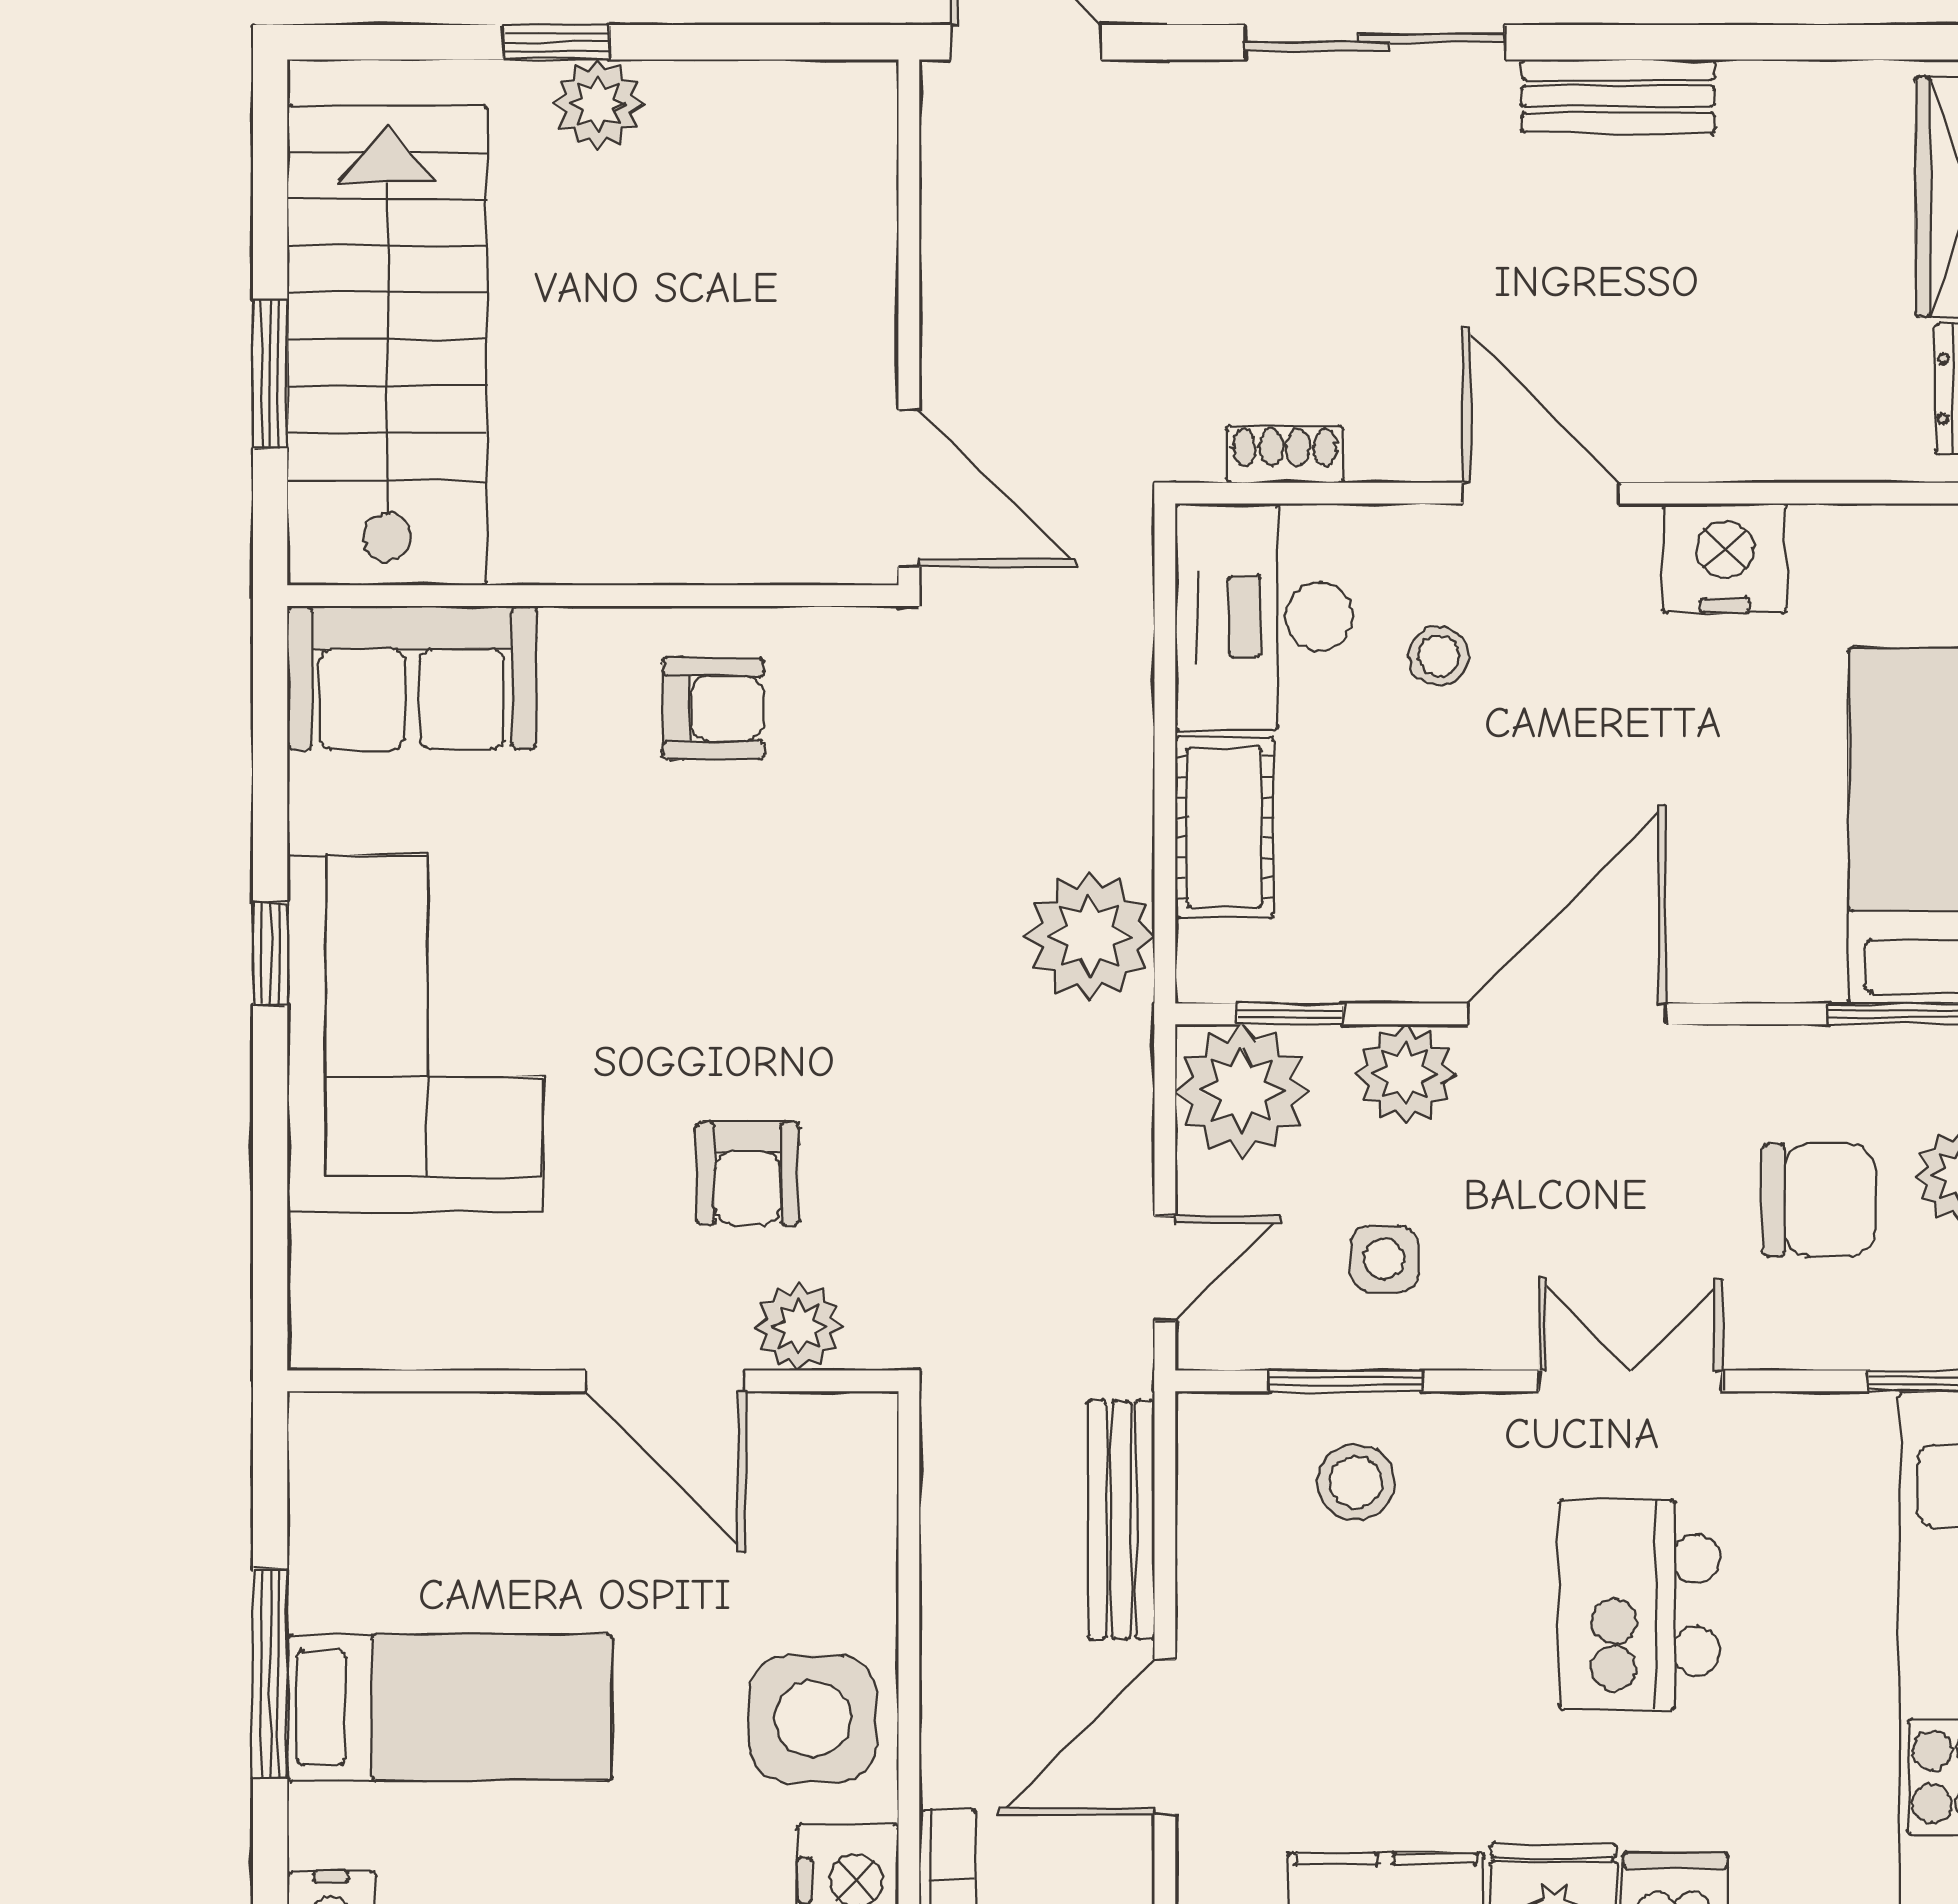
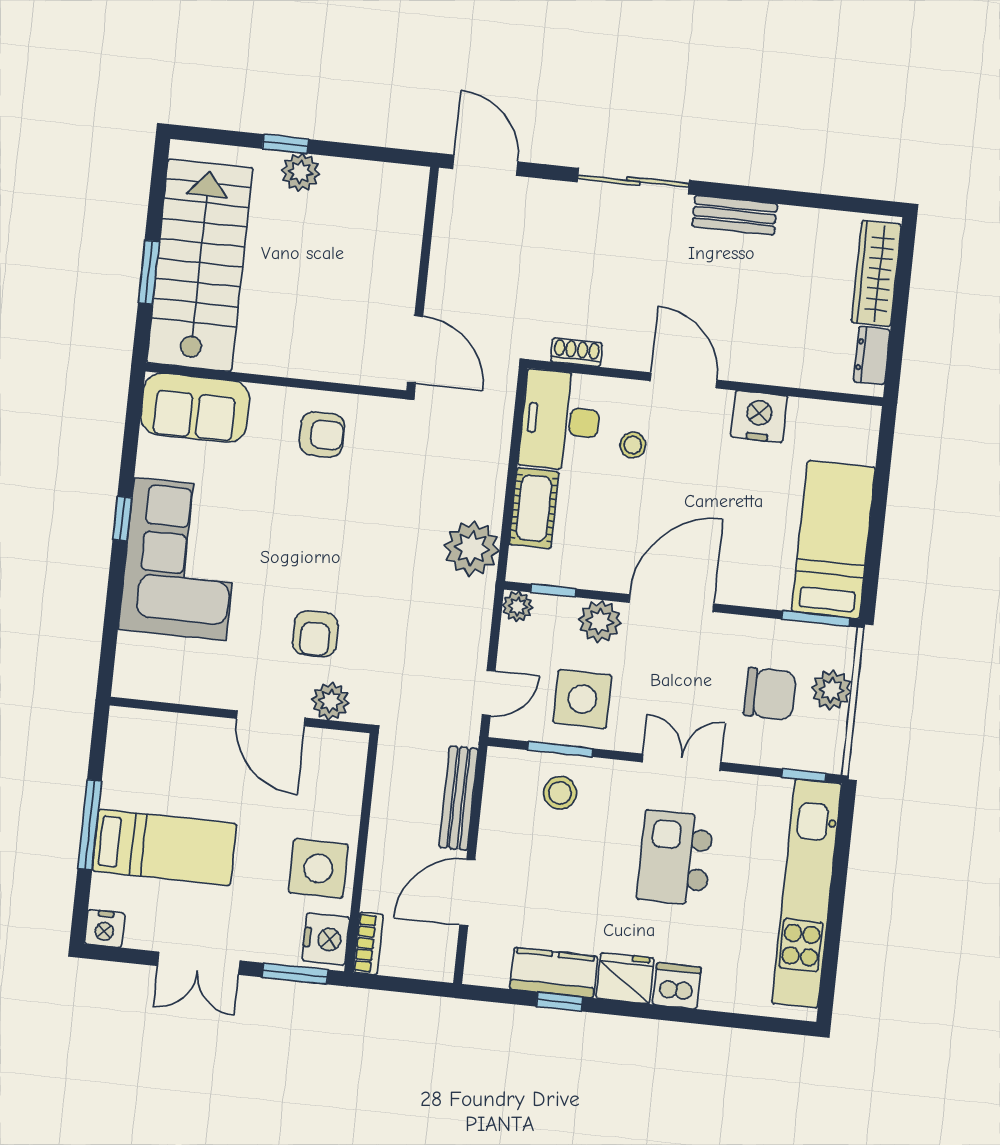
plant: (1242, 1091) -> (518, 606), width x0.53, depth x0.53
side table: (1384, 1259) -> (582, 699), width x1.87, depth x1.87

